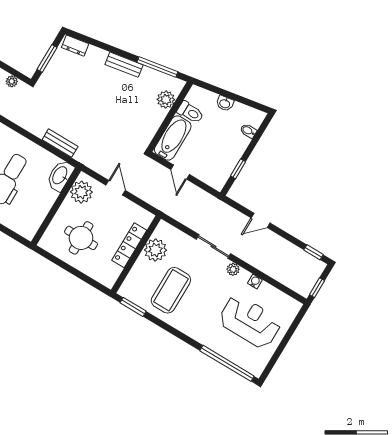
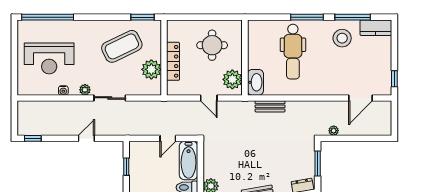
door: (180, 172) -> (168, 138), swing flipped
window: (317, 288) -> (14, 114), removed
coffee table: (171, 290) -> (122, 46), turned 64

